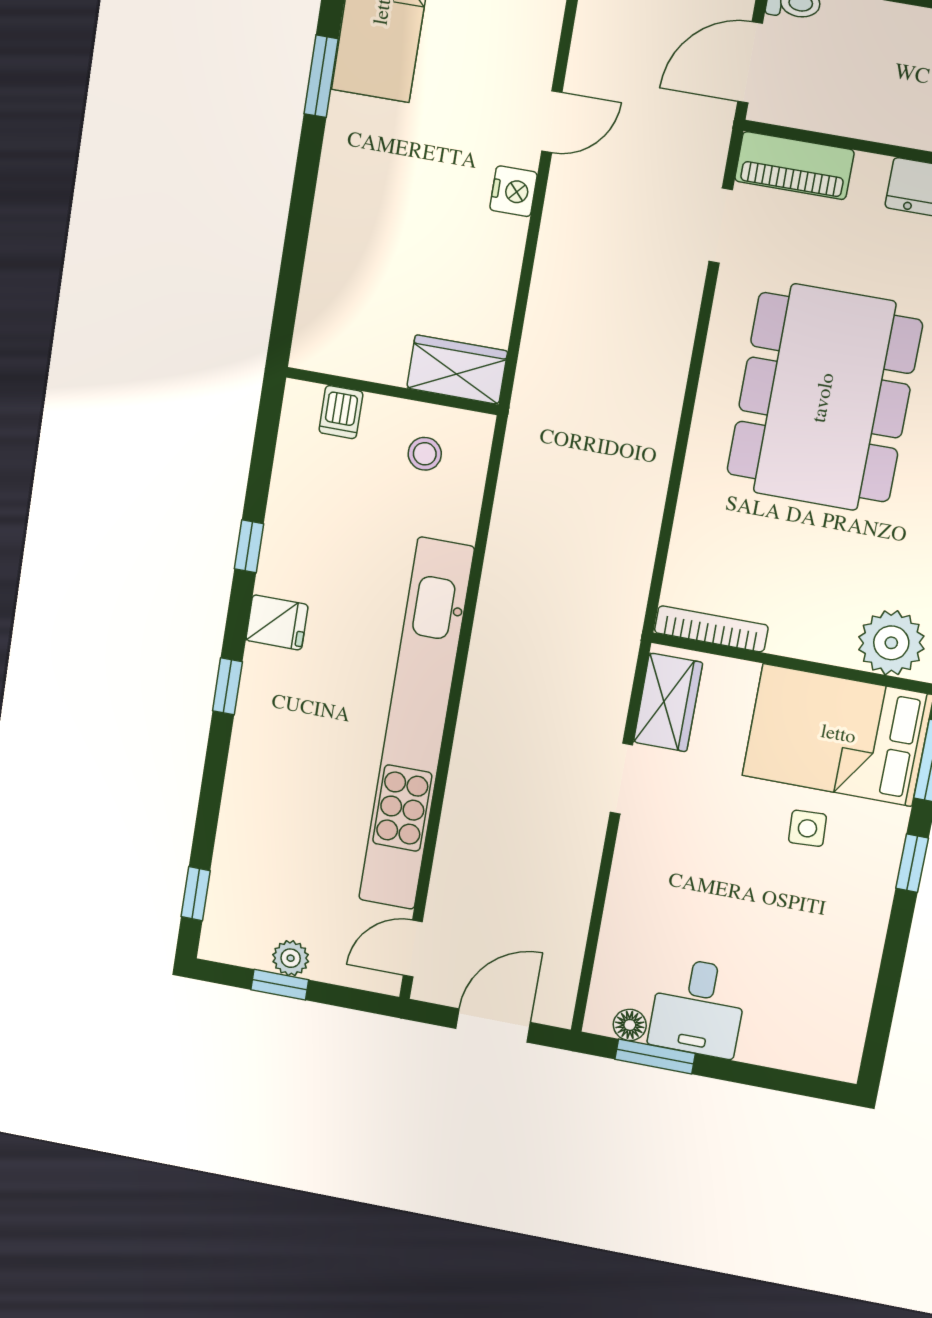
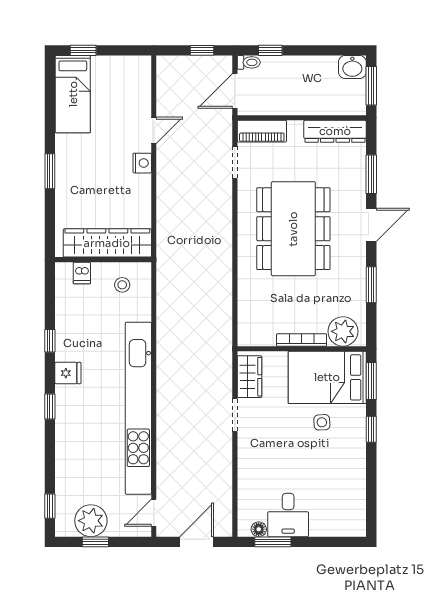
window: (321, 76) -> (50, 171), moved
wardrobe: (457, 370) -> (107, 243), width x2.10, depth x1.17
bookcase: (711, 629) -> (302, 340), moved
plant: (291, 958) -> (91, 521), width x1.88, depth x1.88

